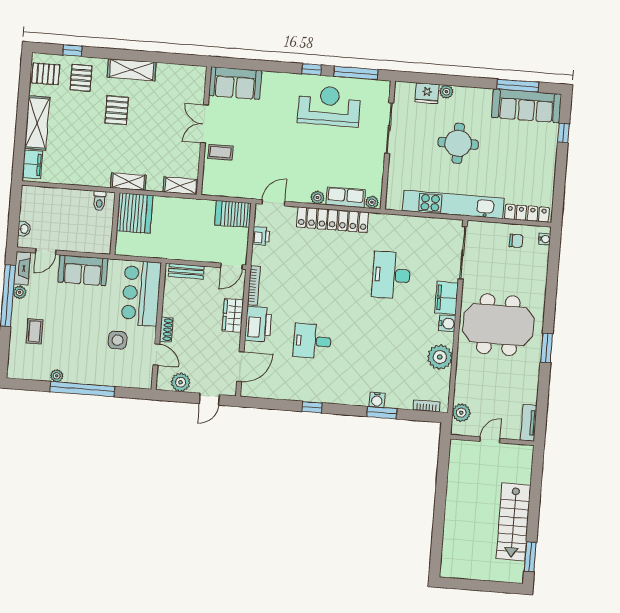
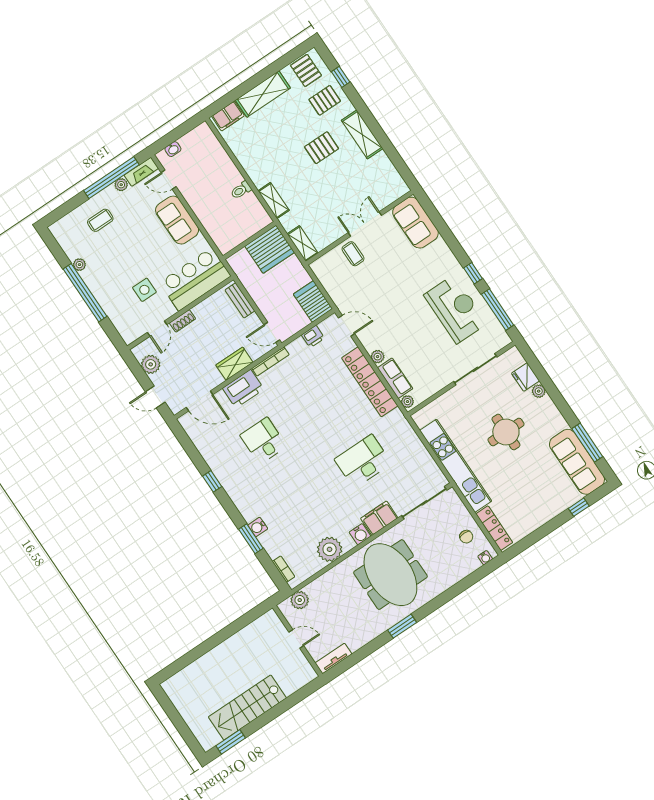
server rack: (135, 213) -> (270, 249), moved
wall: (115, 224) -> (249, 241), moved

